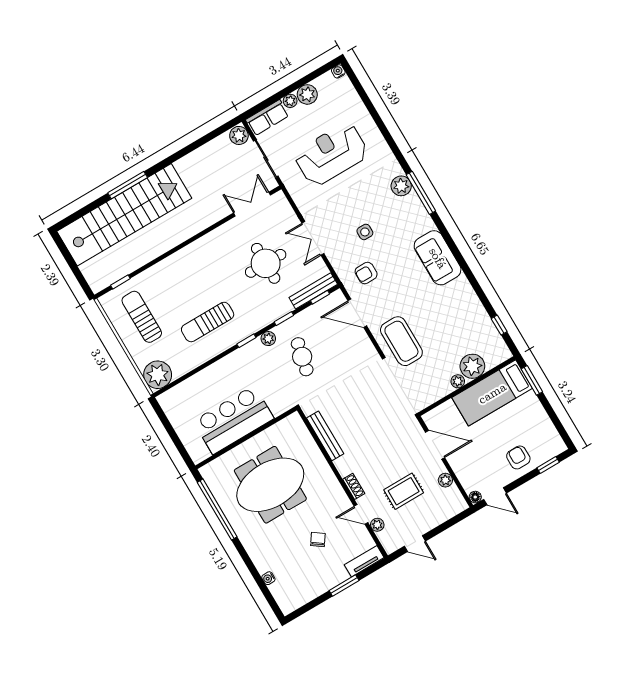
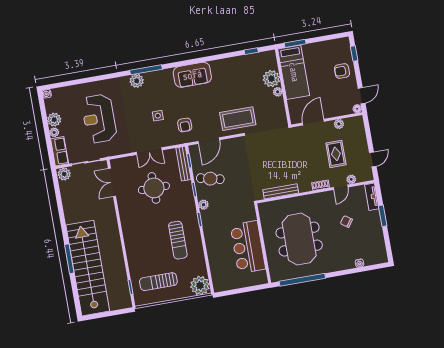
cafe table: (302, 357) -> (210, 179), moved

